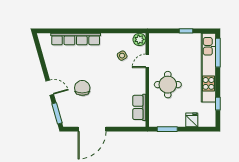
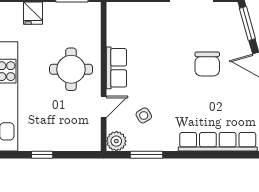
window: (120, 31) -> (146, 155), added
row of seats: (139, 107) -> (116, 68), moved

